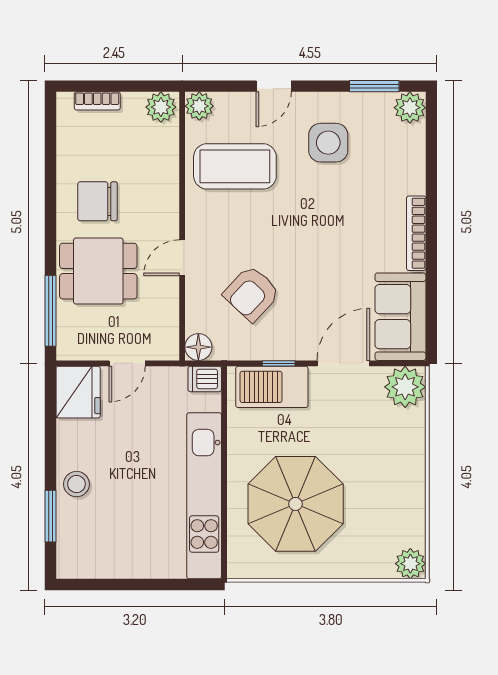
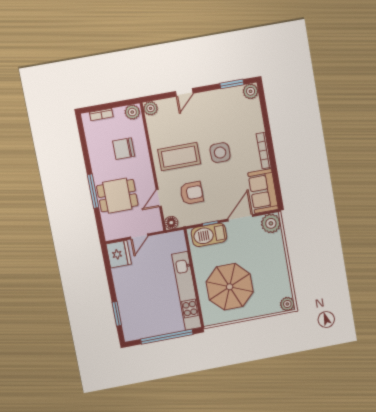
side table: (328, 143) -> (220, 153), moved
coffee table: (235, 166) -> (179, 157), moved
chair: (98, 201) -> (124, 149), moved
door: (182, 258) -> (159, 198), moved
armchair: (252, 293) -> (192, 193), turned -133
window: (51, 311) -> (93, 191), moved
dishwasher: (205, 379) -> (177, 237), removed
stool: (76, 484) -> (126, 297), removed
window: (145, 585) -> (167, 337), added

